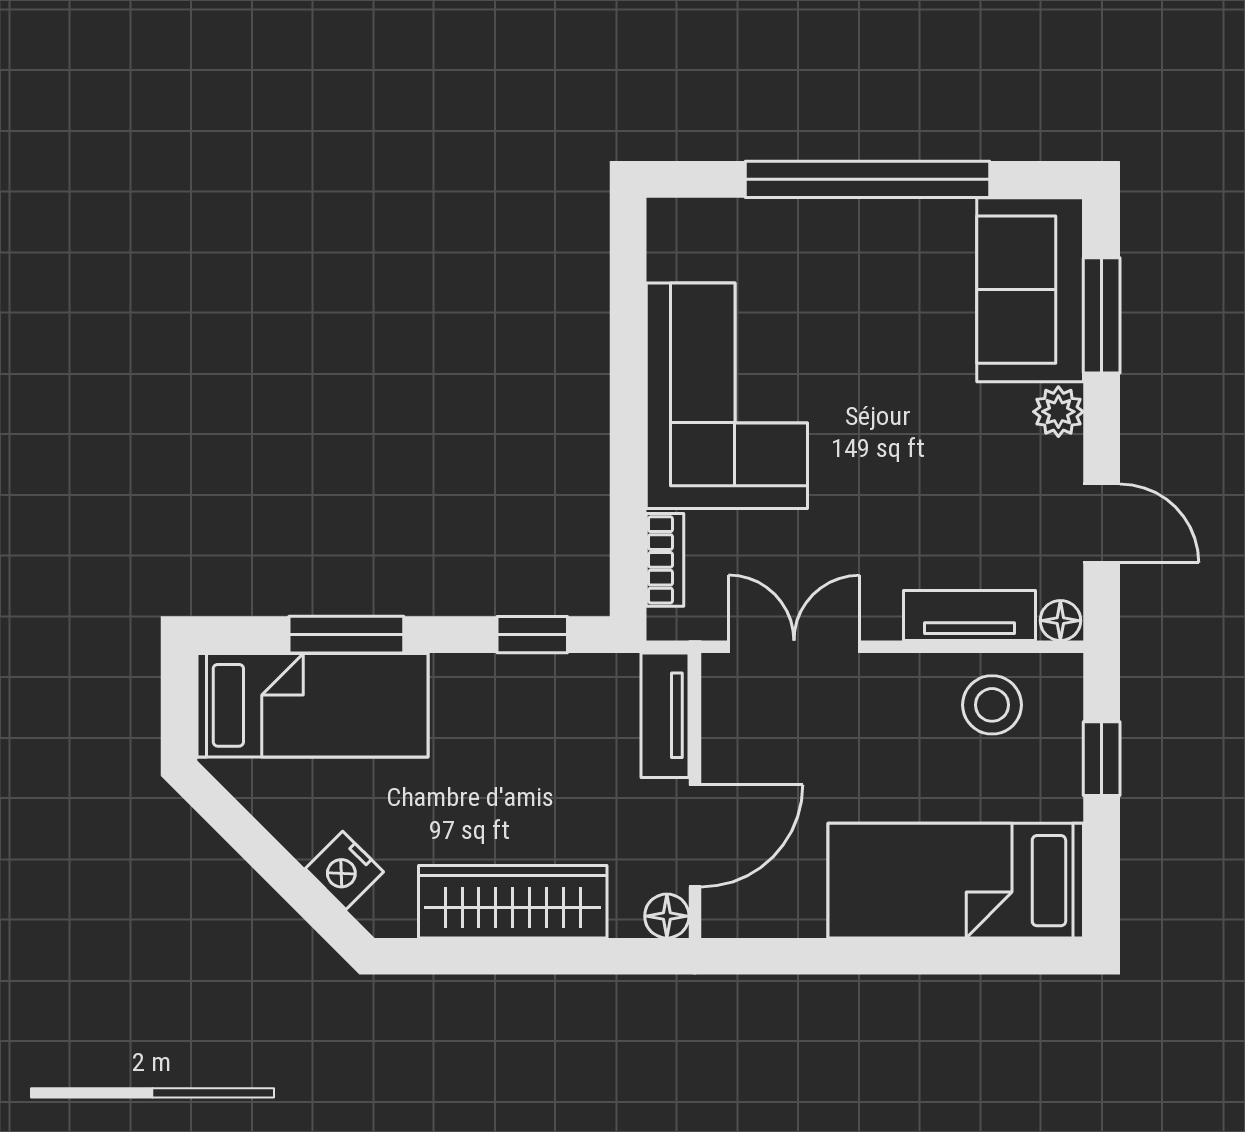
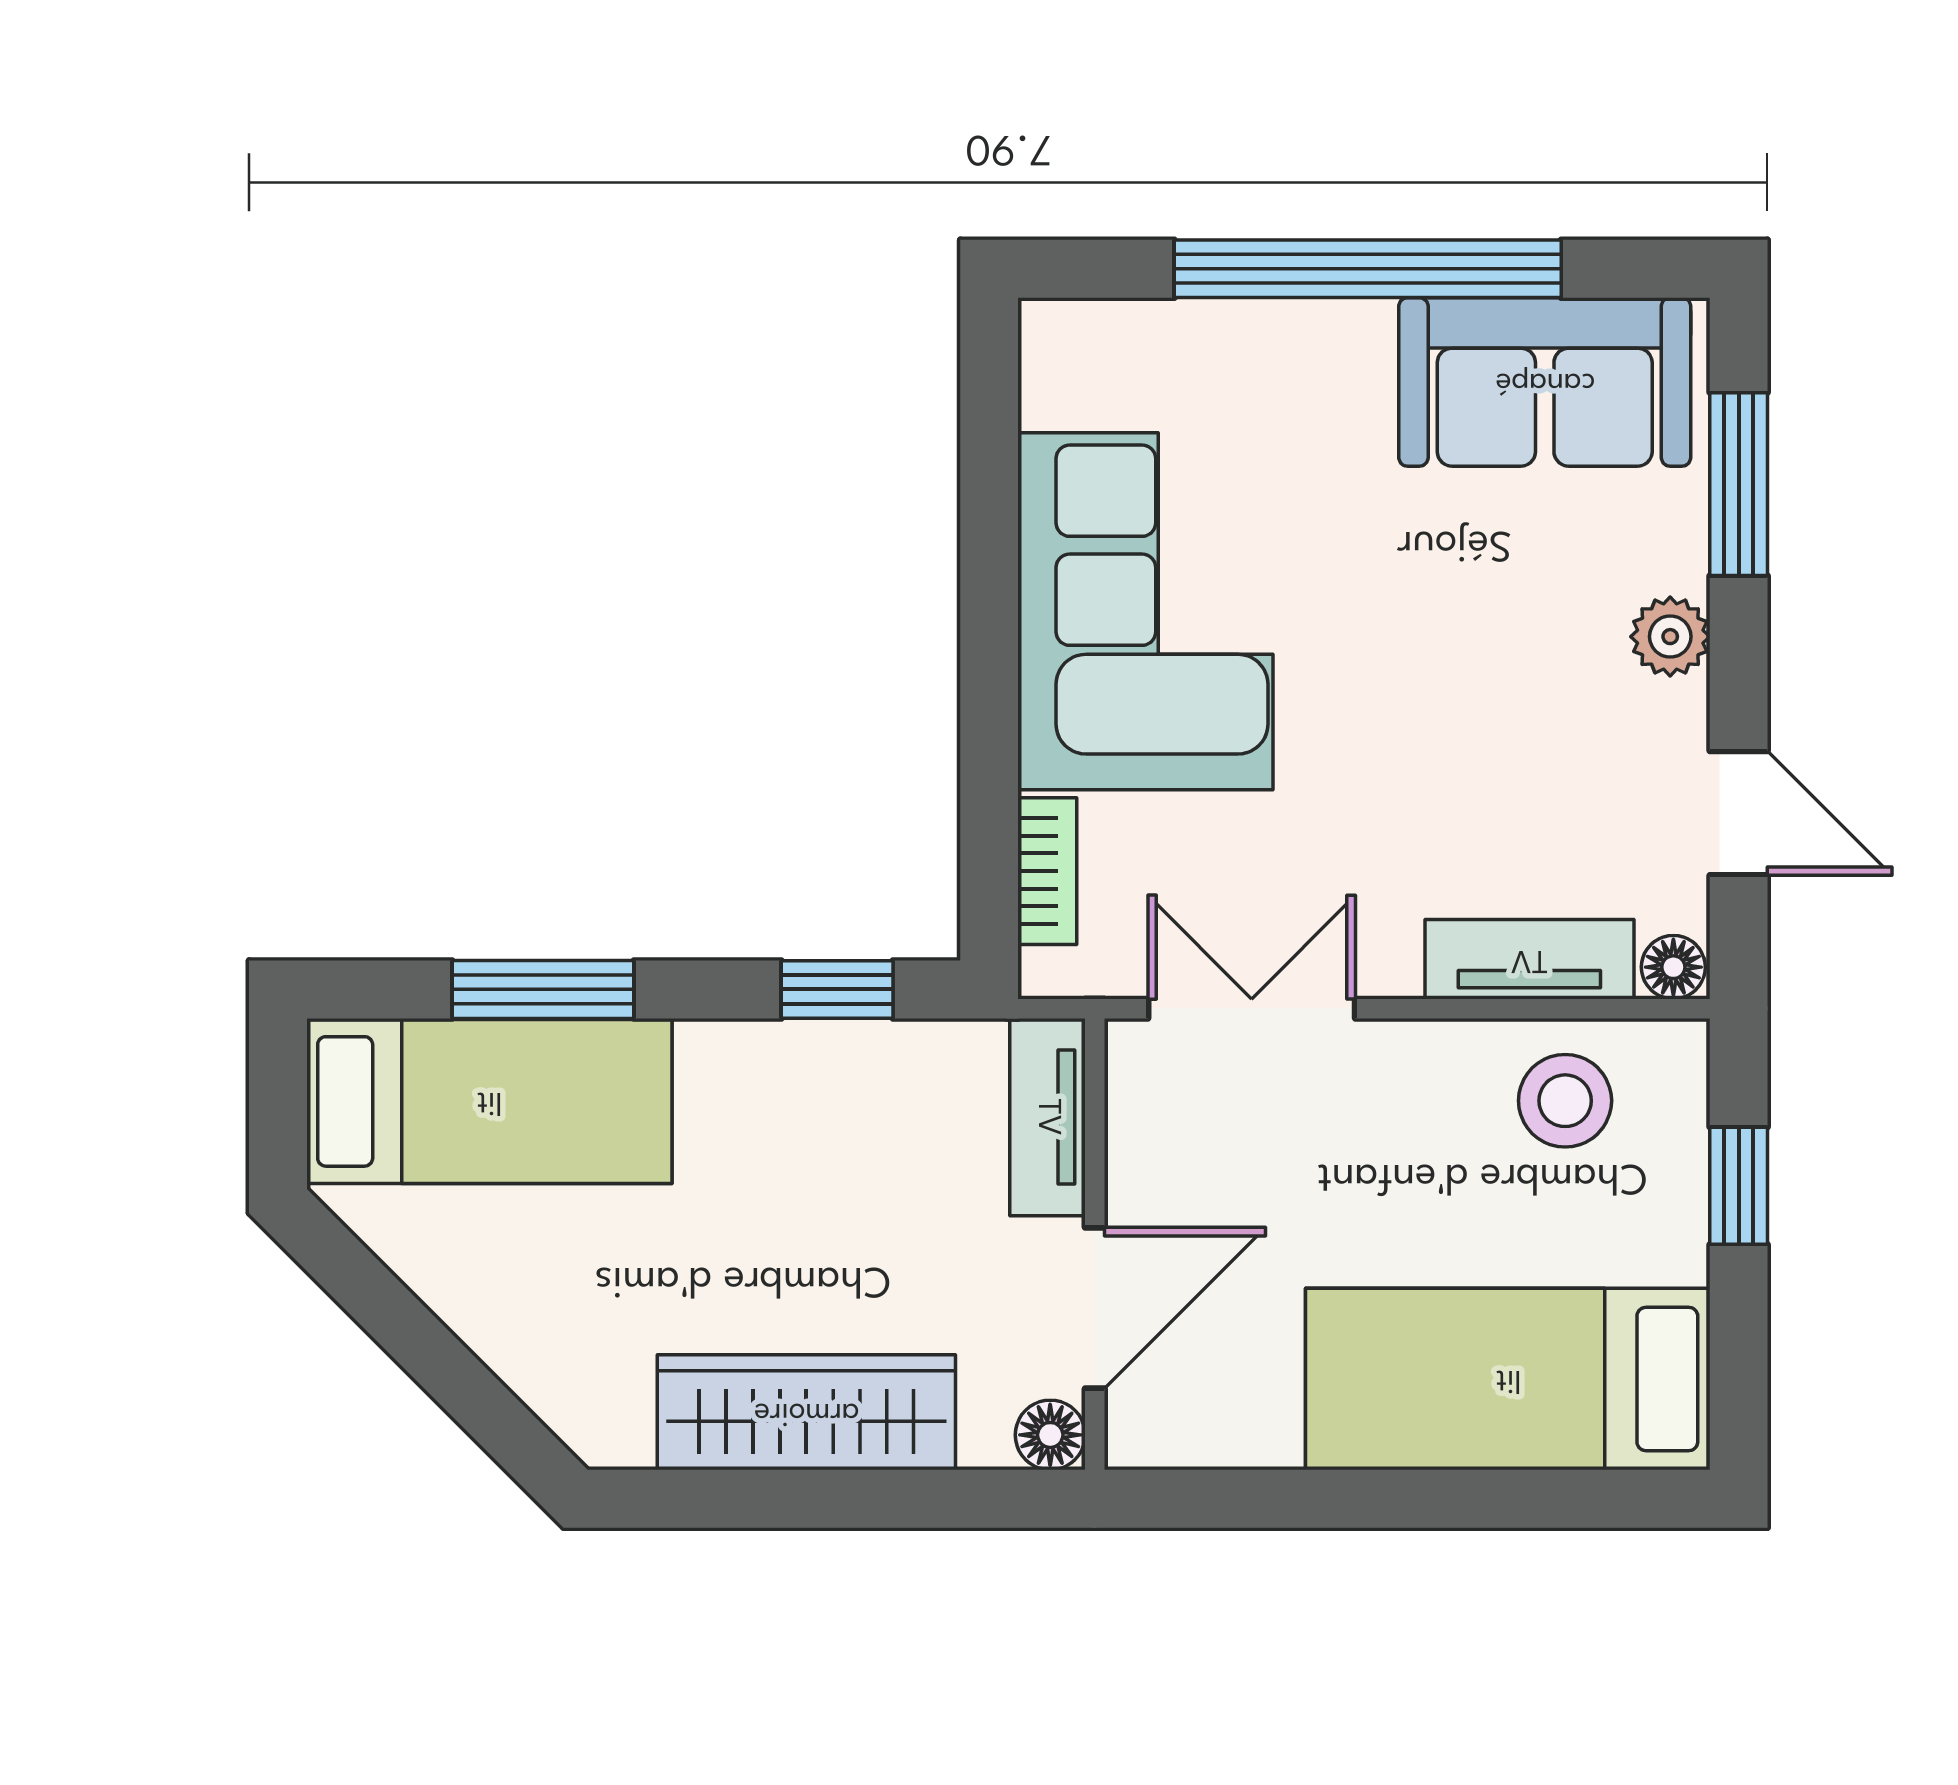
sofa: (1030, 290) -> (1545, 382), moved, turned -90
nightstand: (344, 870) -> (540, 1363), removed

